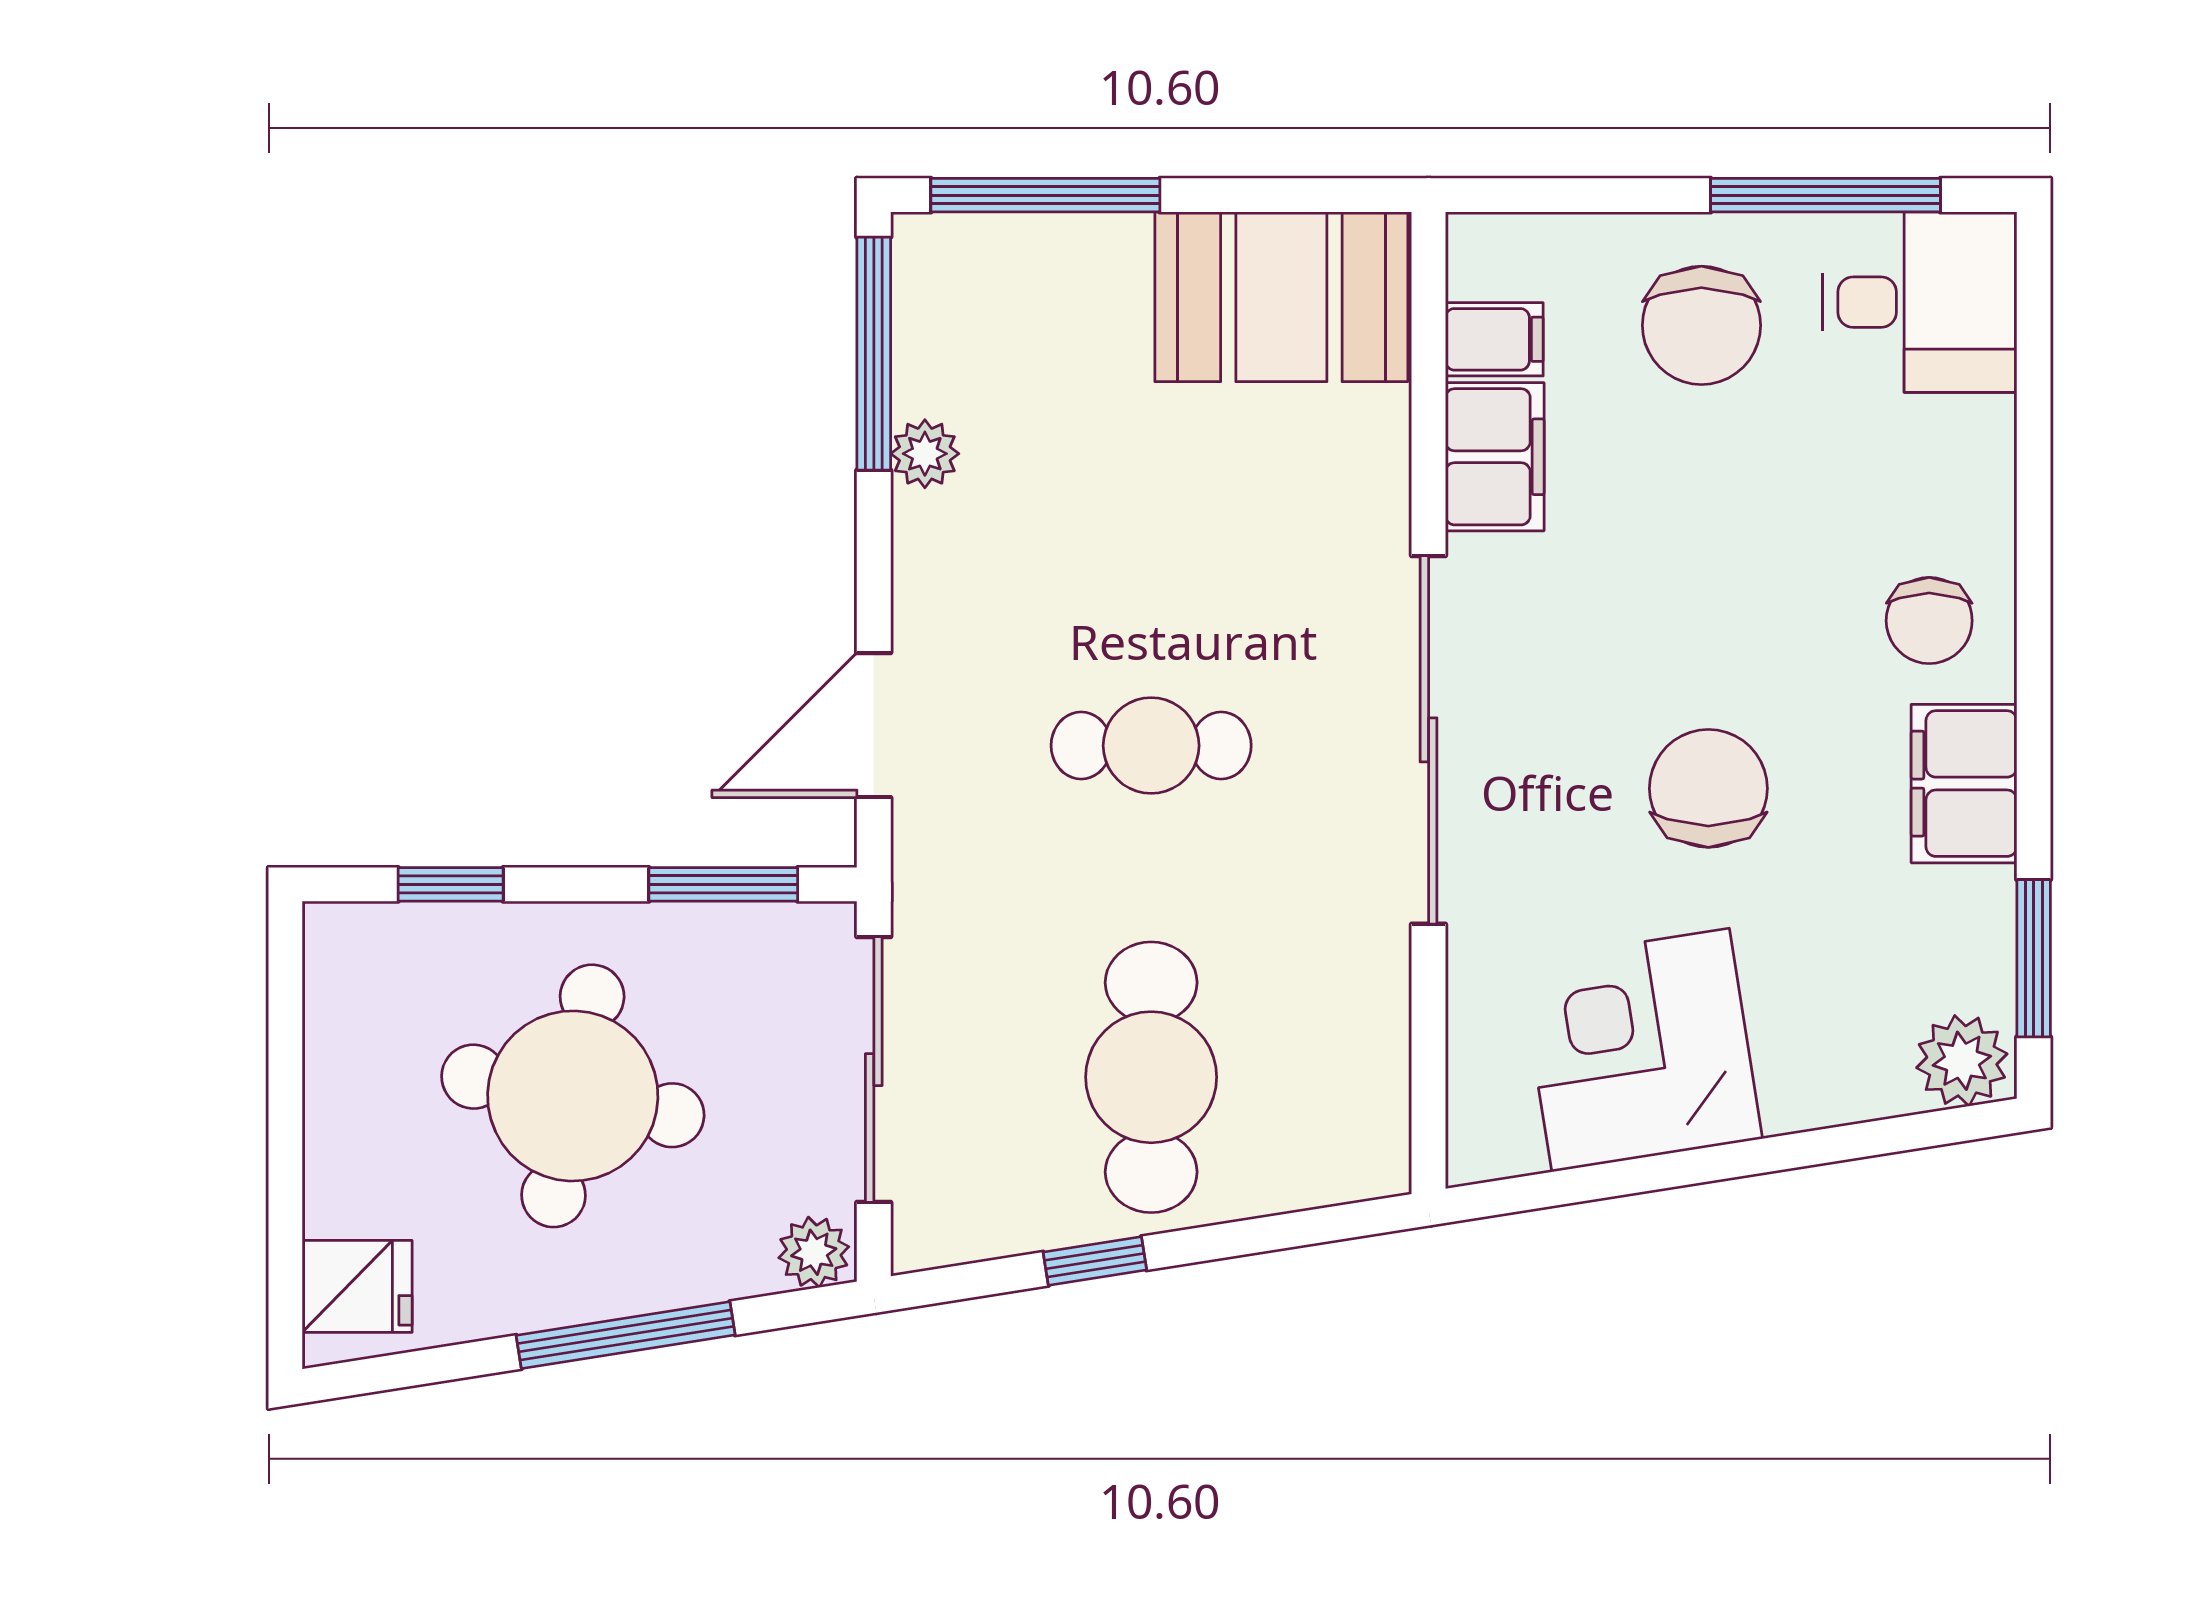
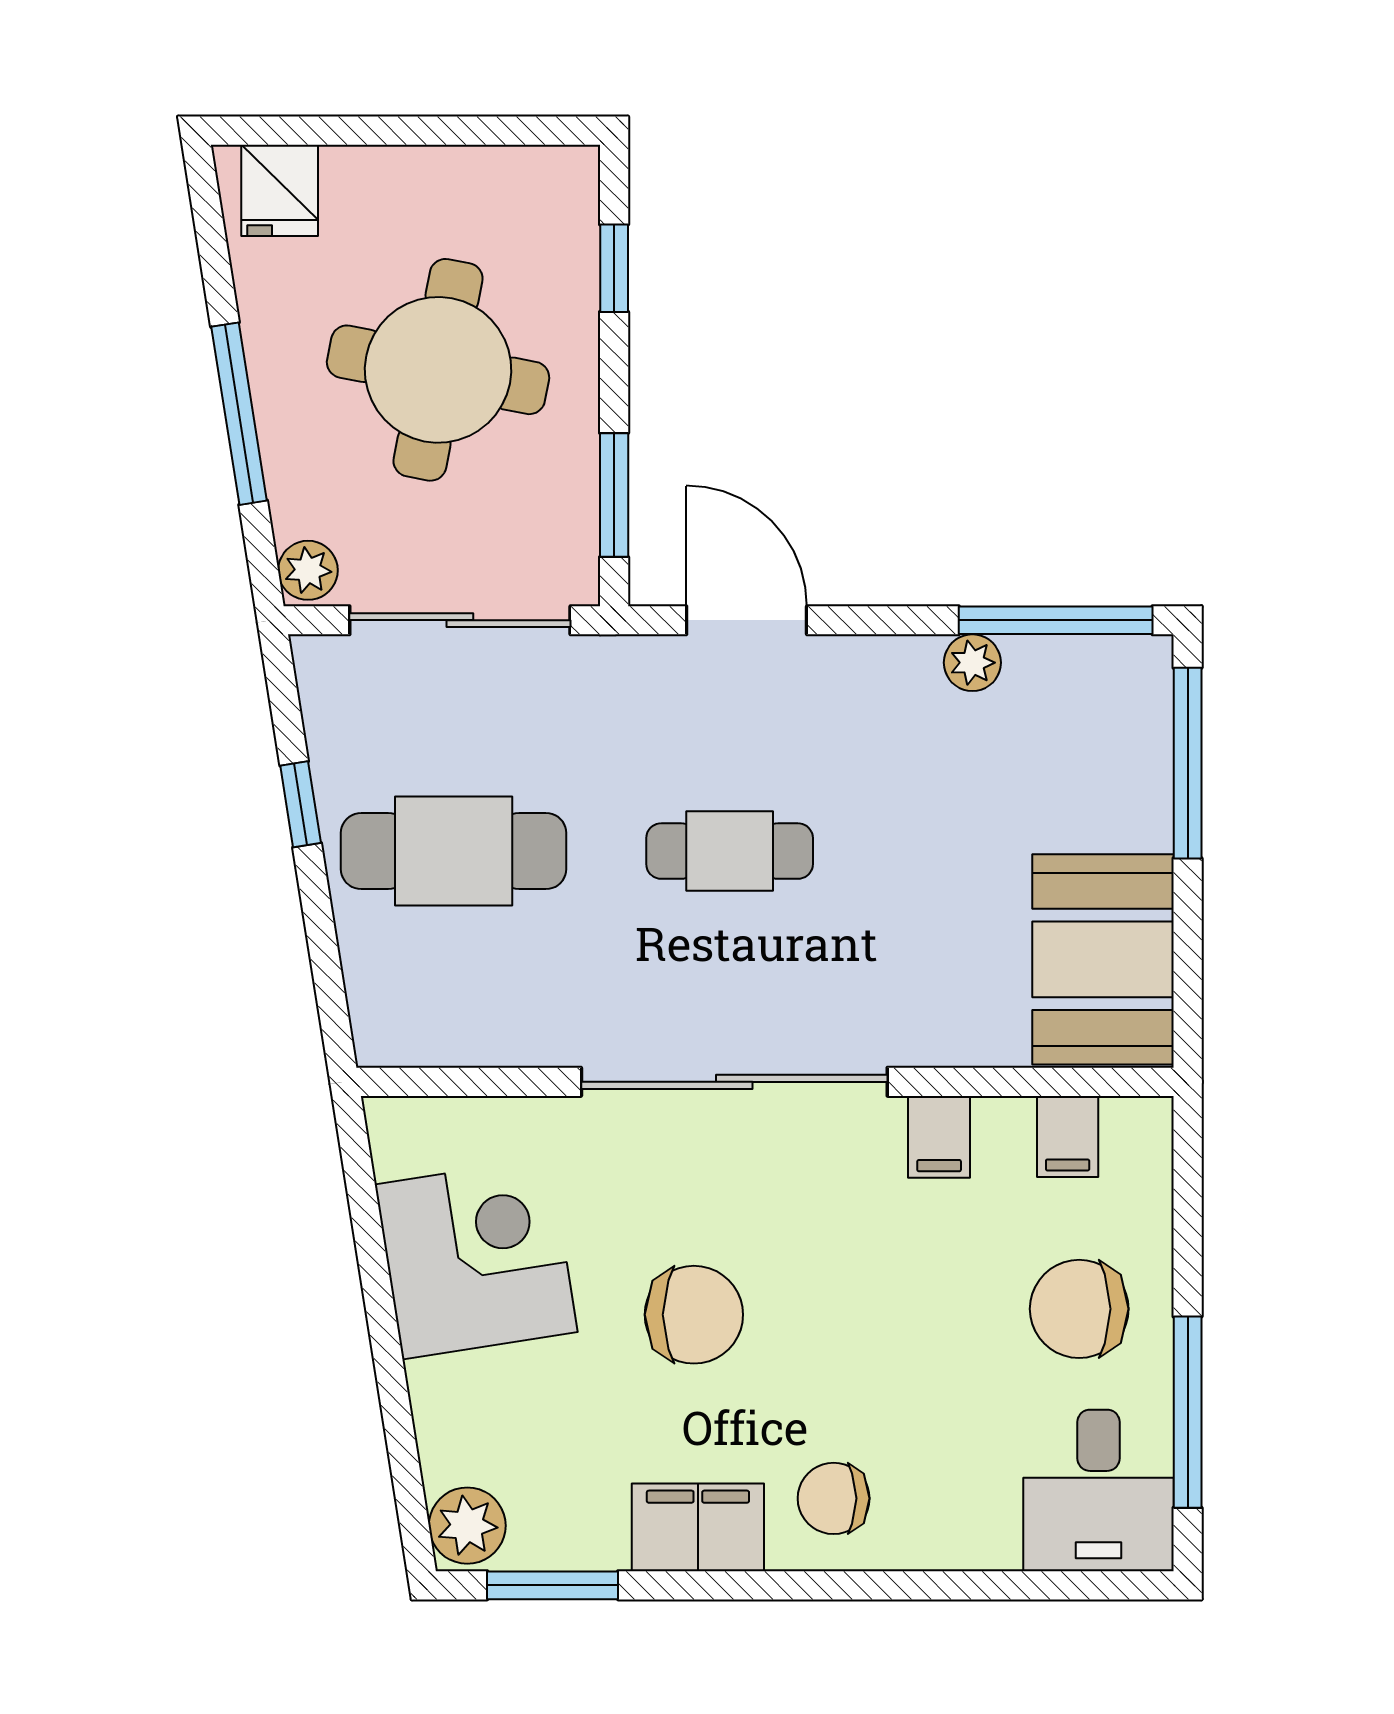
filing cabinet: (1495, 457) -> (939, 1137), width x0.50
cafe table: (1151, 746) -> (730, 851), turned 90

